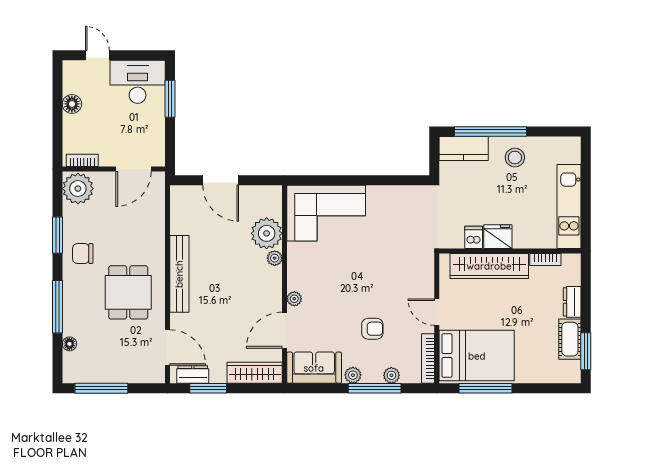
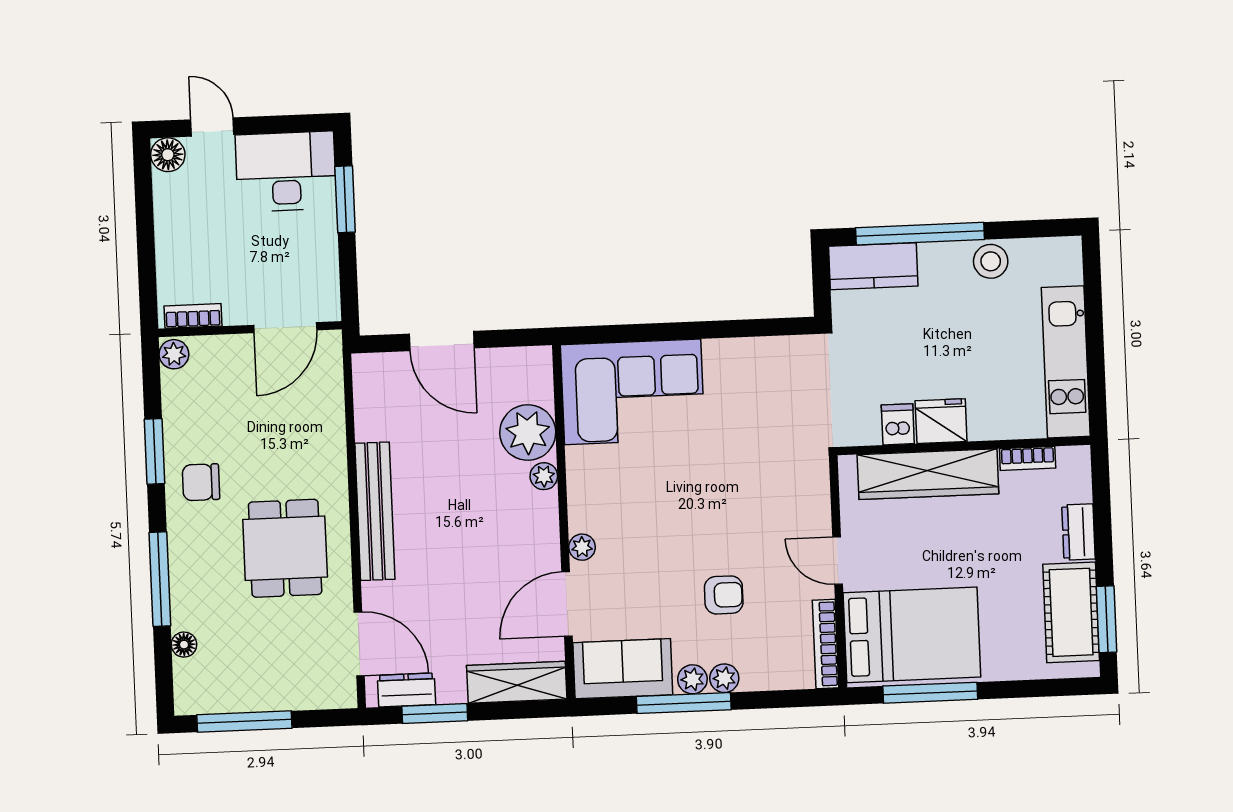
floor lamp: (72, 104) -> (168, 155), moved
stool: (515, 158) -> (991, 261), moved
plant: (78, 189) -> (174, 354), width x0.53, depth x0.53
cot: (570, 339) -> (1071, 612), width x1.37, depth x1.34
plant: (391, 375) -> (724, 678), moved
window: (375, 388) -> (684, 703), moved

